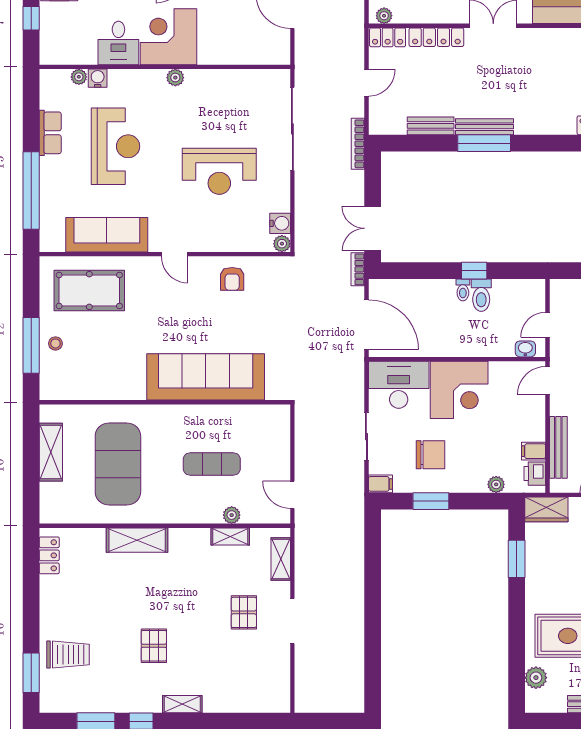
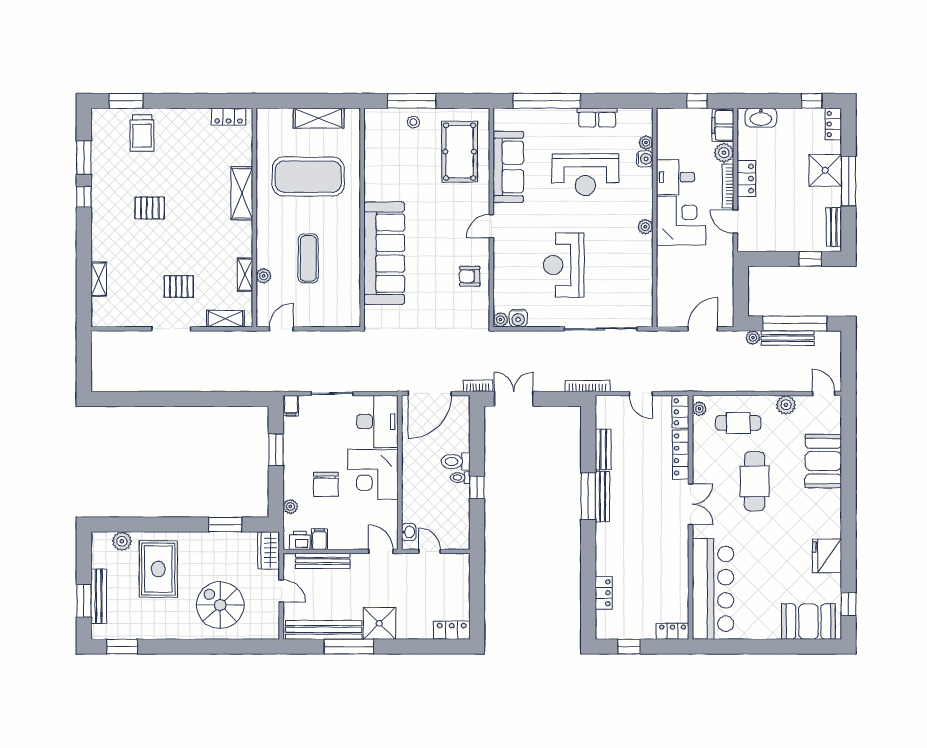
toilet: (481, 295) -> (456, 462), moved
chair: (431, 455) -> (326, 484), moved
shelving: (182, 704) -> (99, 279), moved

